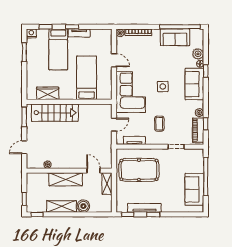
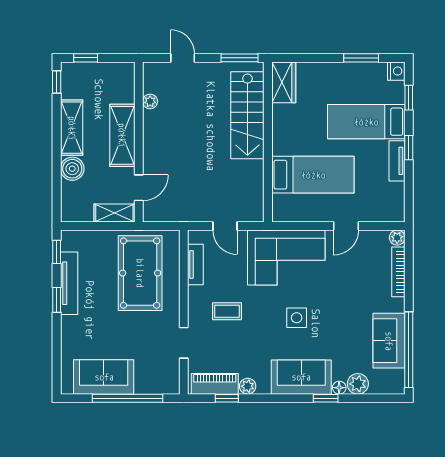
wardrobe: (48, 93) -> (284, 82), moved

